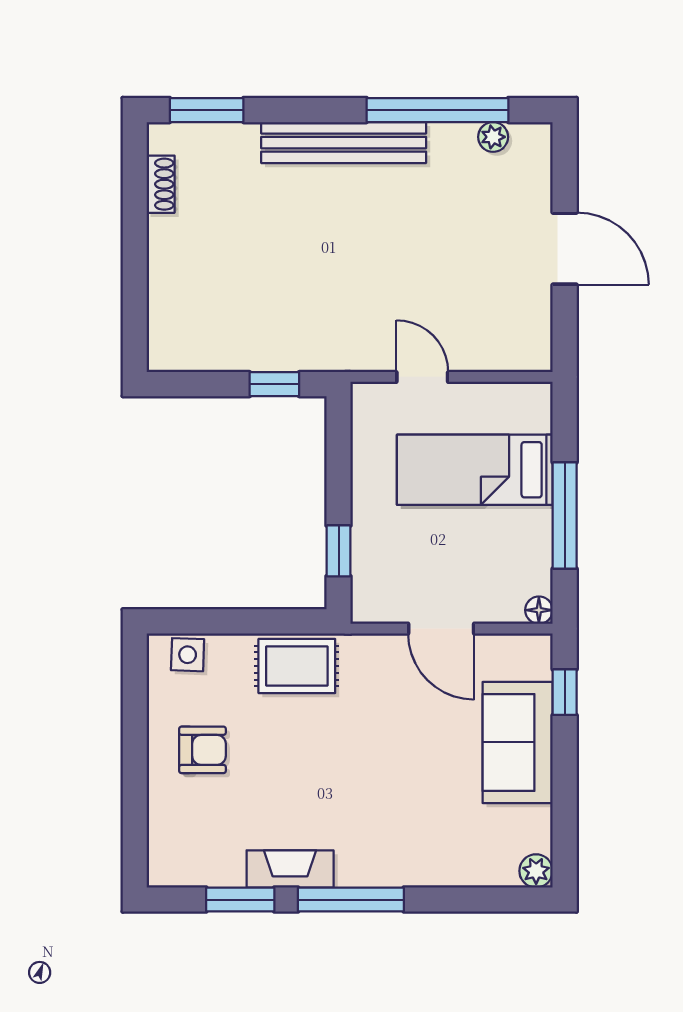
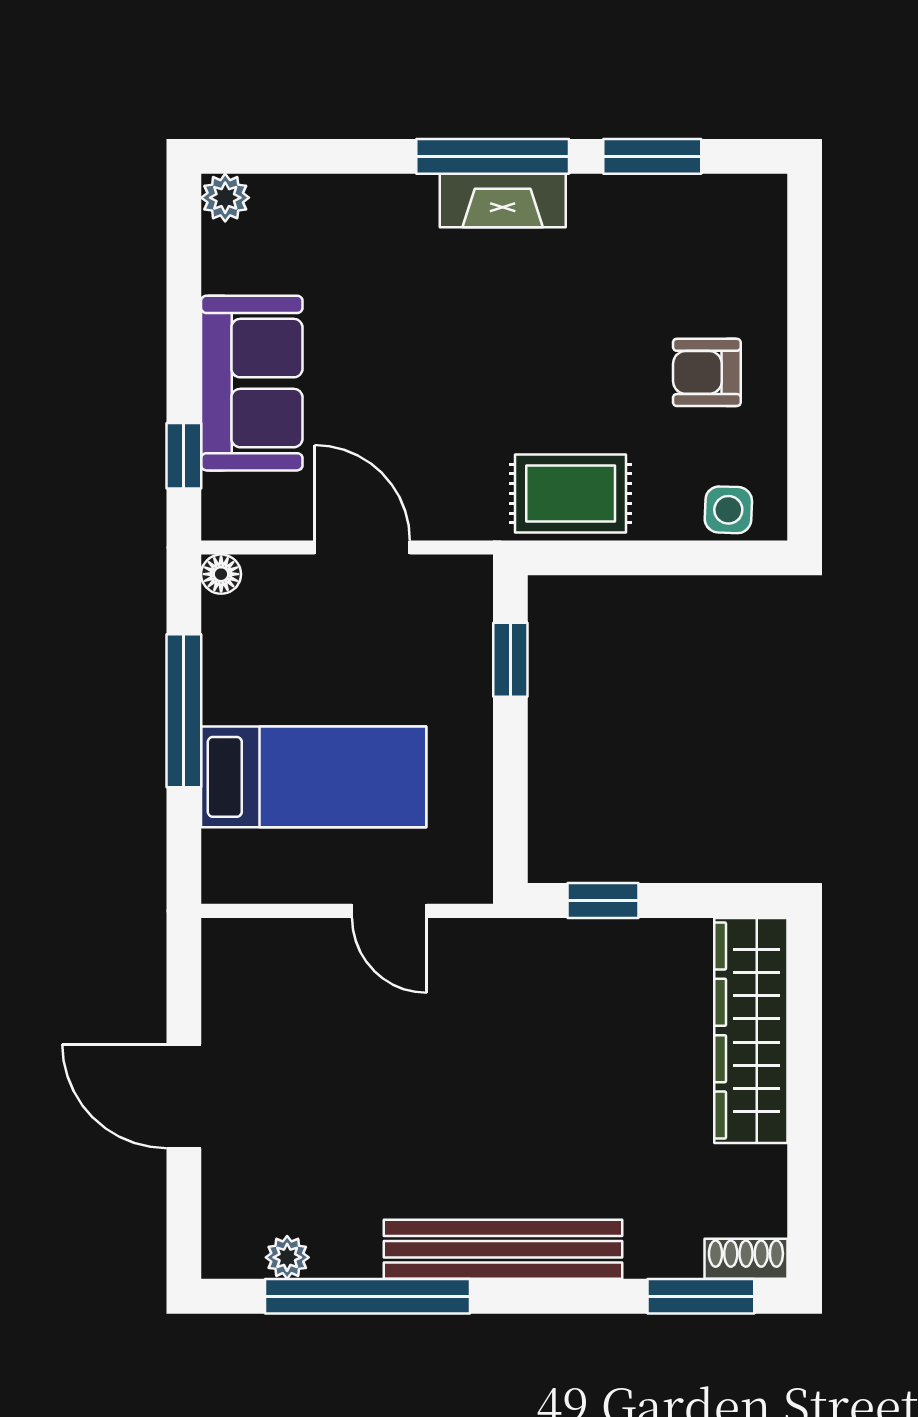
shoe rack: (161, 184) -> (746, 1259), moved, turned 90
wardrobe: (172, 294) -> (751, 1030), added
fireplace: (290, 869) -> (503, 200), moved

